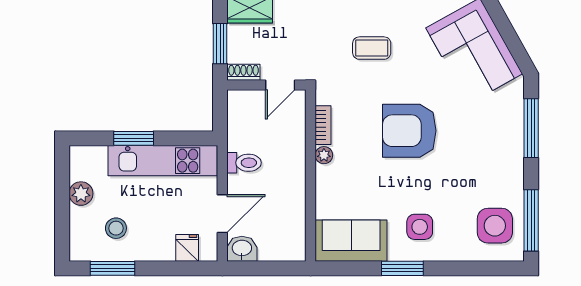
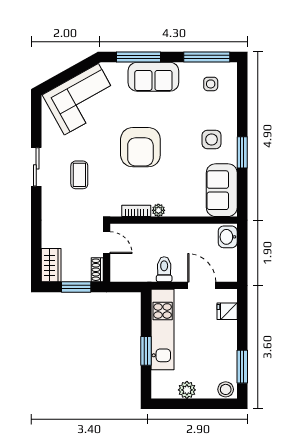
sofa: (505, 148) -> (153, 77), added
side table: (495, 226) -> (211, 84), width x0.54, depth x0.54
stool: (116, 228) -> (226, 389), moved
washbasin: (242, 249) -> (228, 237), moved

